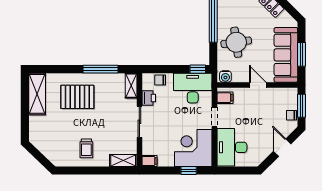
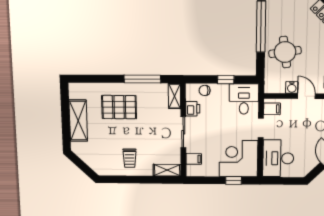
window: (198, 69) -> (226, 80), moved
water cooler: (225, 76) -> (292, 87), moved
desk: (193, 88) -> (244, 99), width x0.73
shelving: (37, 94) -> (78, 121), moved
filing cabinet: (150, 161) -> (194, 159), moved

